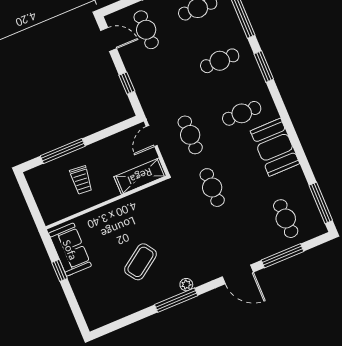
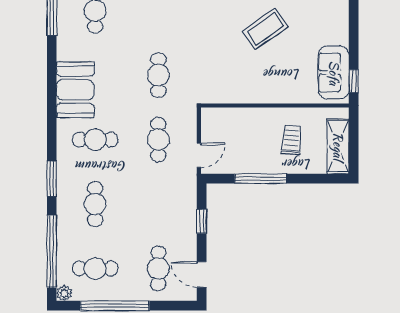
cafe table: (220, 61) -> (95, 204), turned 90
window: (63, 151) -> (261, 179), moved
shelving: (140, 176) -> (338, 146), moved, turned 90
window: (59, 270) -> (354, 81), moved

